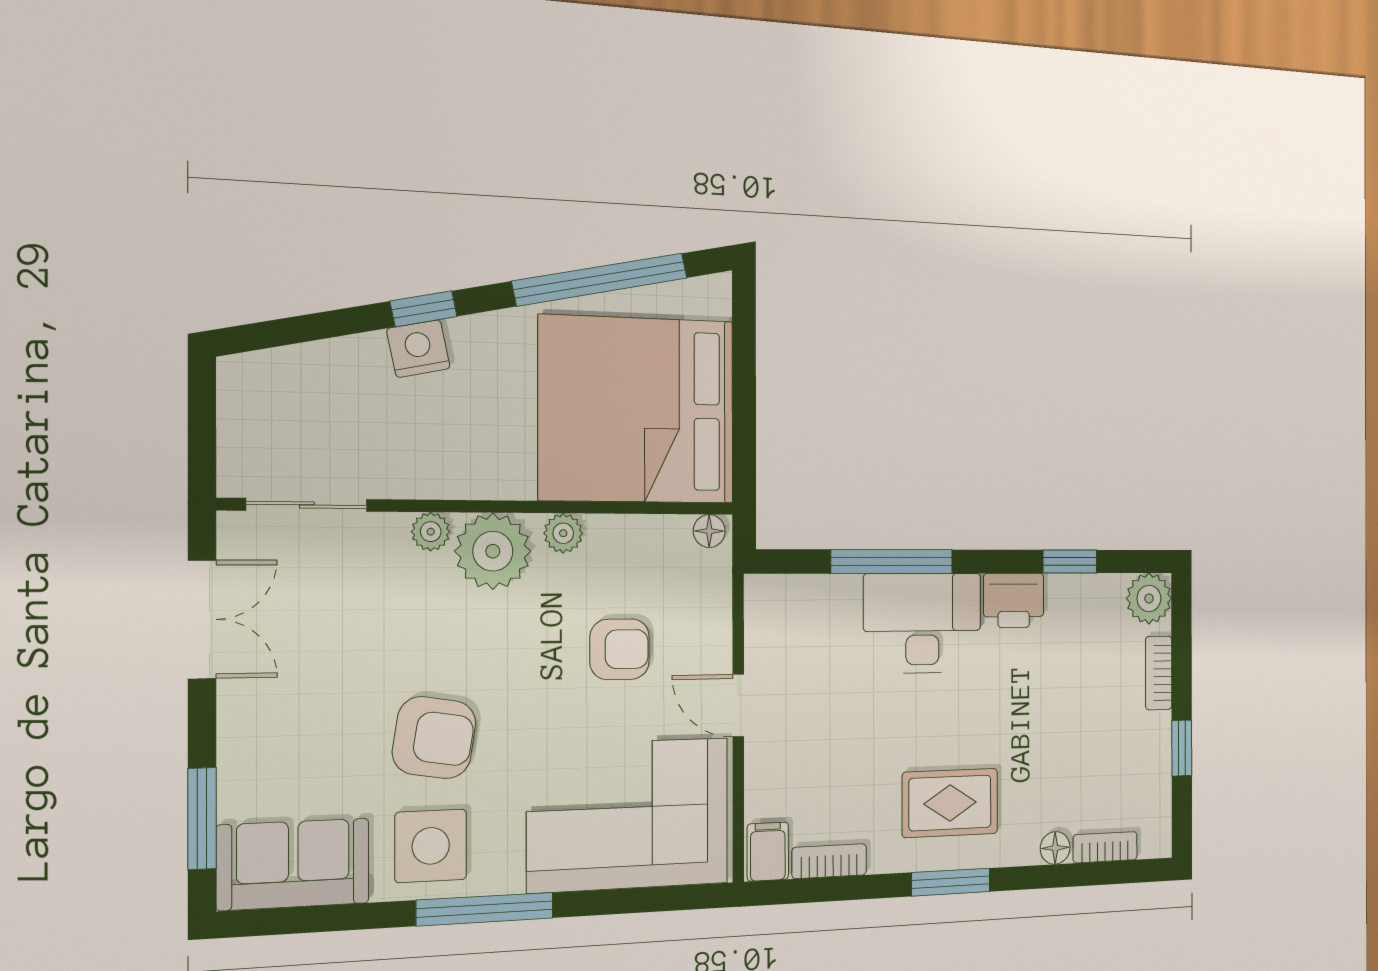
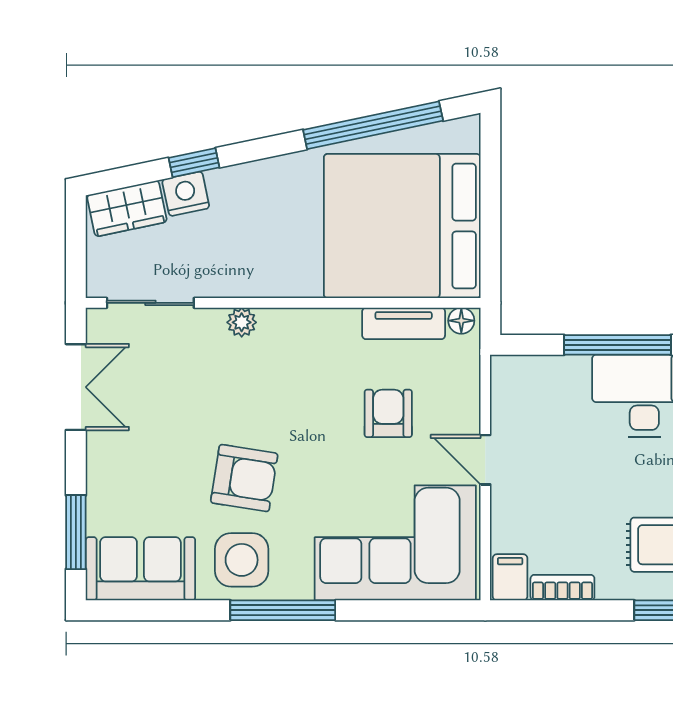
window: (424, 309) -> (194, 163), moved
nightstand: (418, 349) -> (186, 194), moved
wardrobe: (274, 377) -> (127, 208), added
plant: (563, 533) -> (344, 323), removed
tv unit: (639, 534) -> (404, 323), added
plant: (493, 551) -> (289, 337), removed
armchair: (620, 649) -> (388, 413), turned -90

